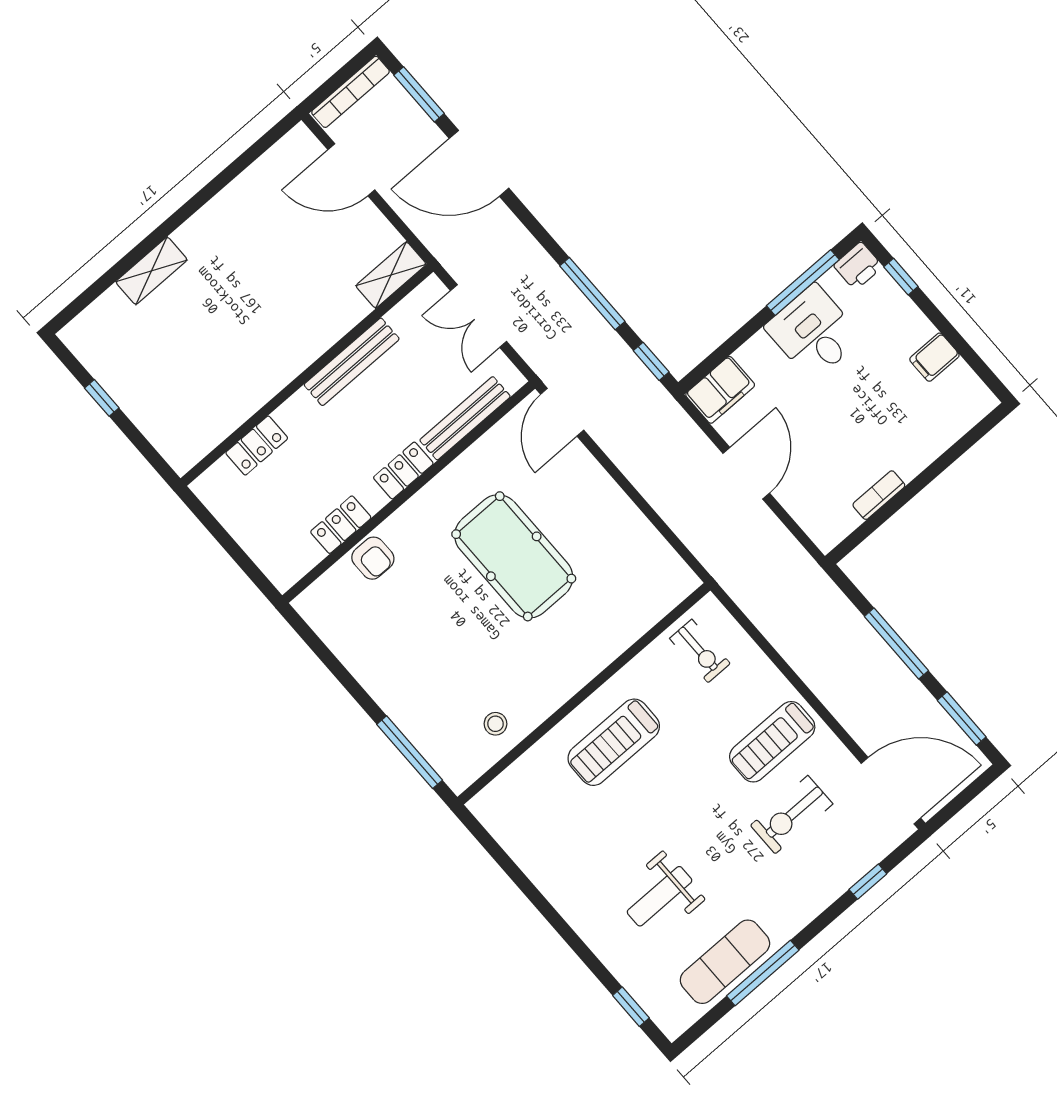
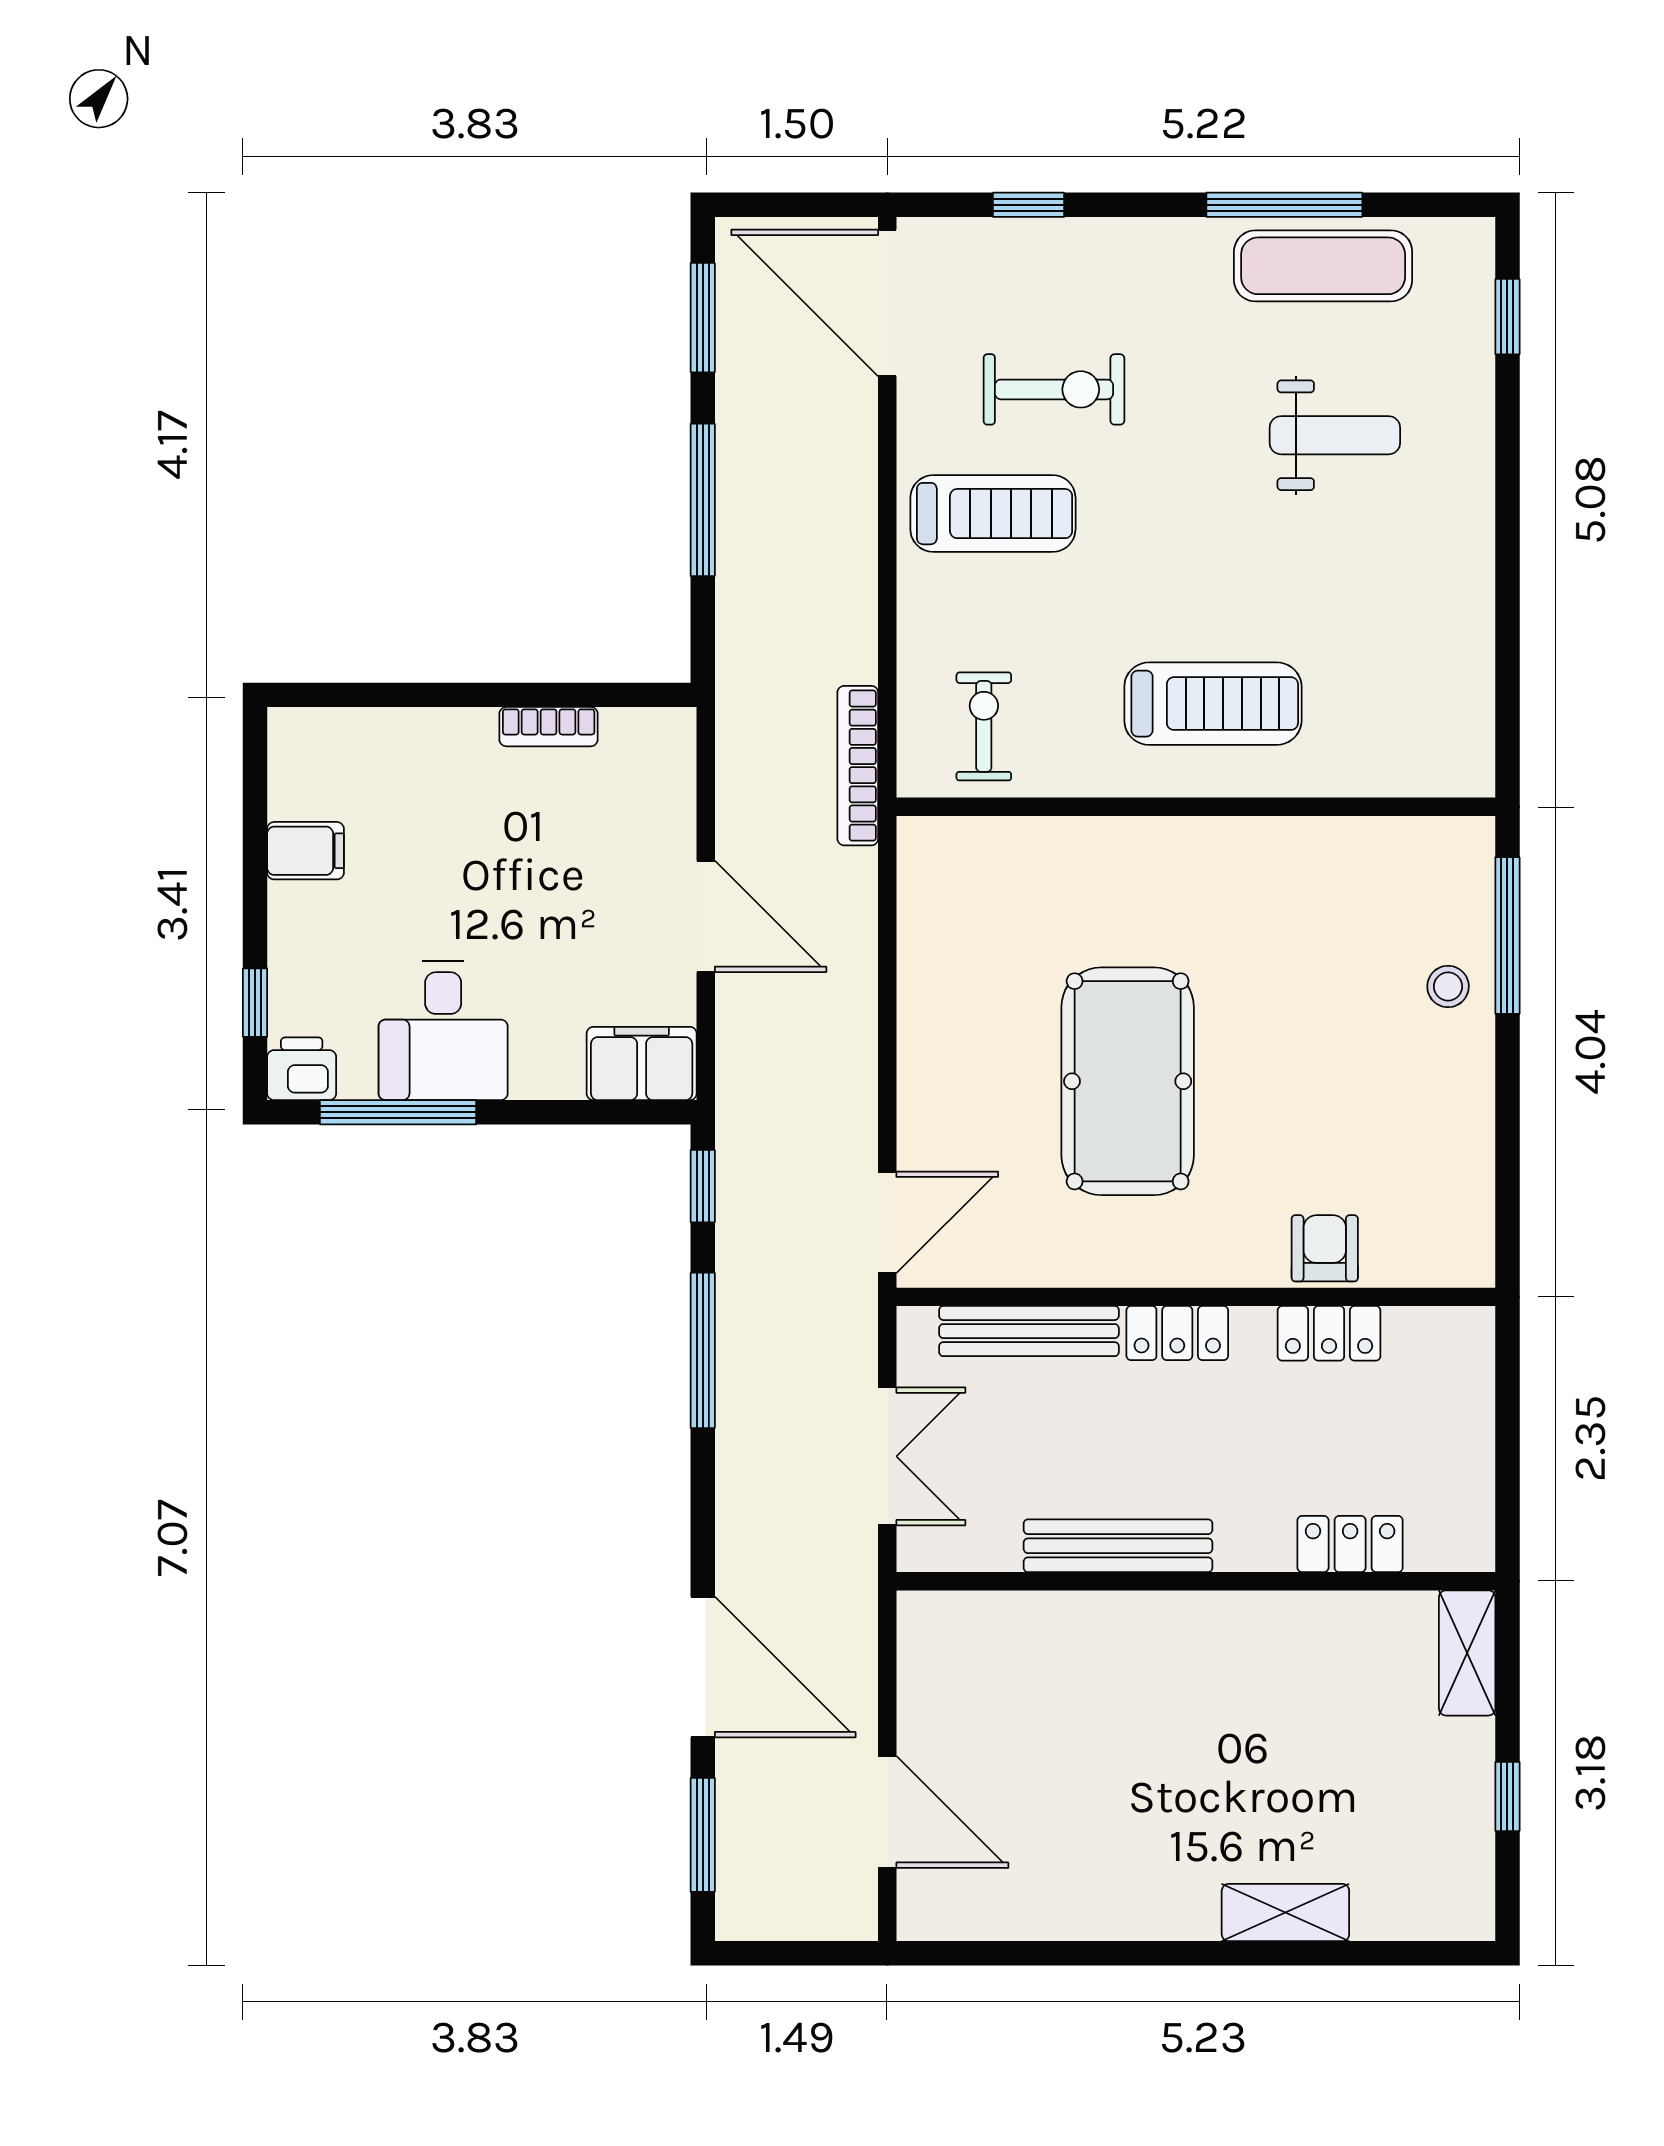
bookcase: (350, 92) -> (858, 766), moved, turned -90
shelving: (391, 275) -> (1467, 1653), moved, turned 90
door: (746, 473) -> (706, 916), swing flipped
stool: (495, 724) -> (1448, 986), moved

